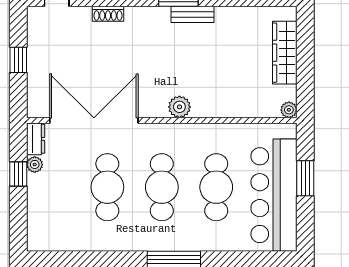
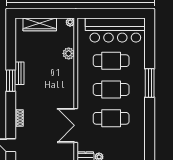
plant: (179, 107) -> (69, 53), moved
double door: (94, 120) -> (76, 125), width x0.73
window: (305, 178) -> (106, 13), removed

